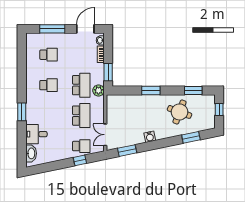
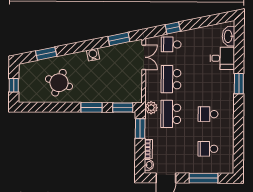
window: (193, 90) -> (123, 108), moved

